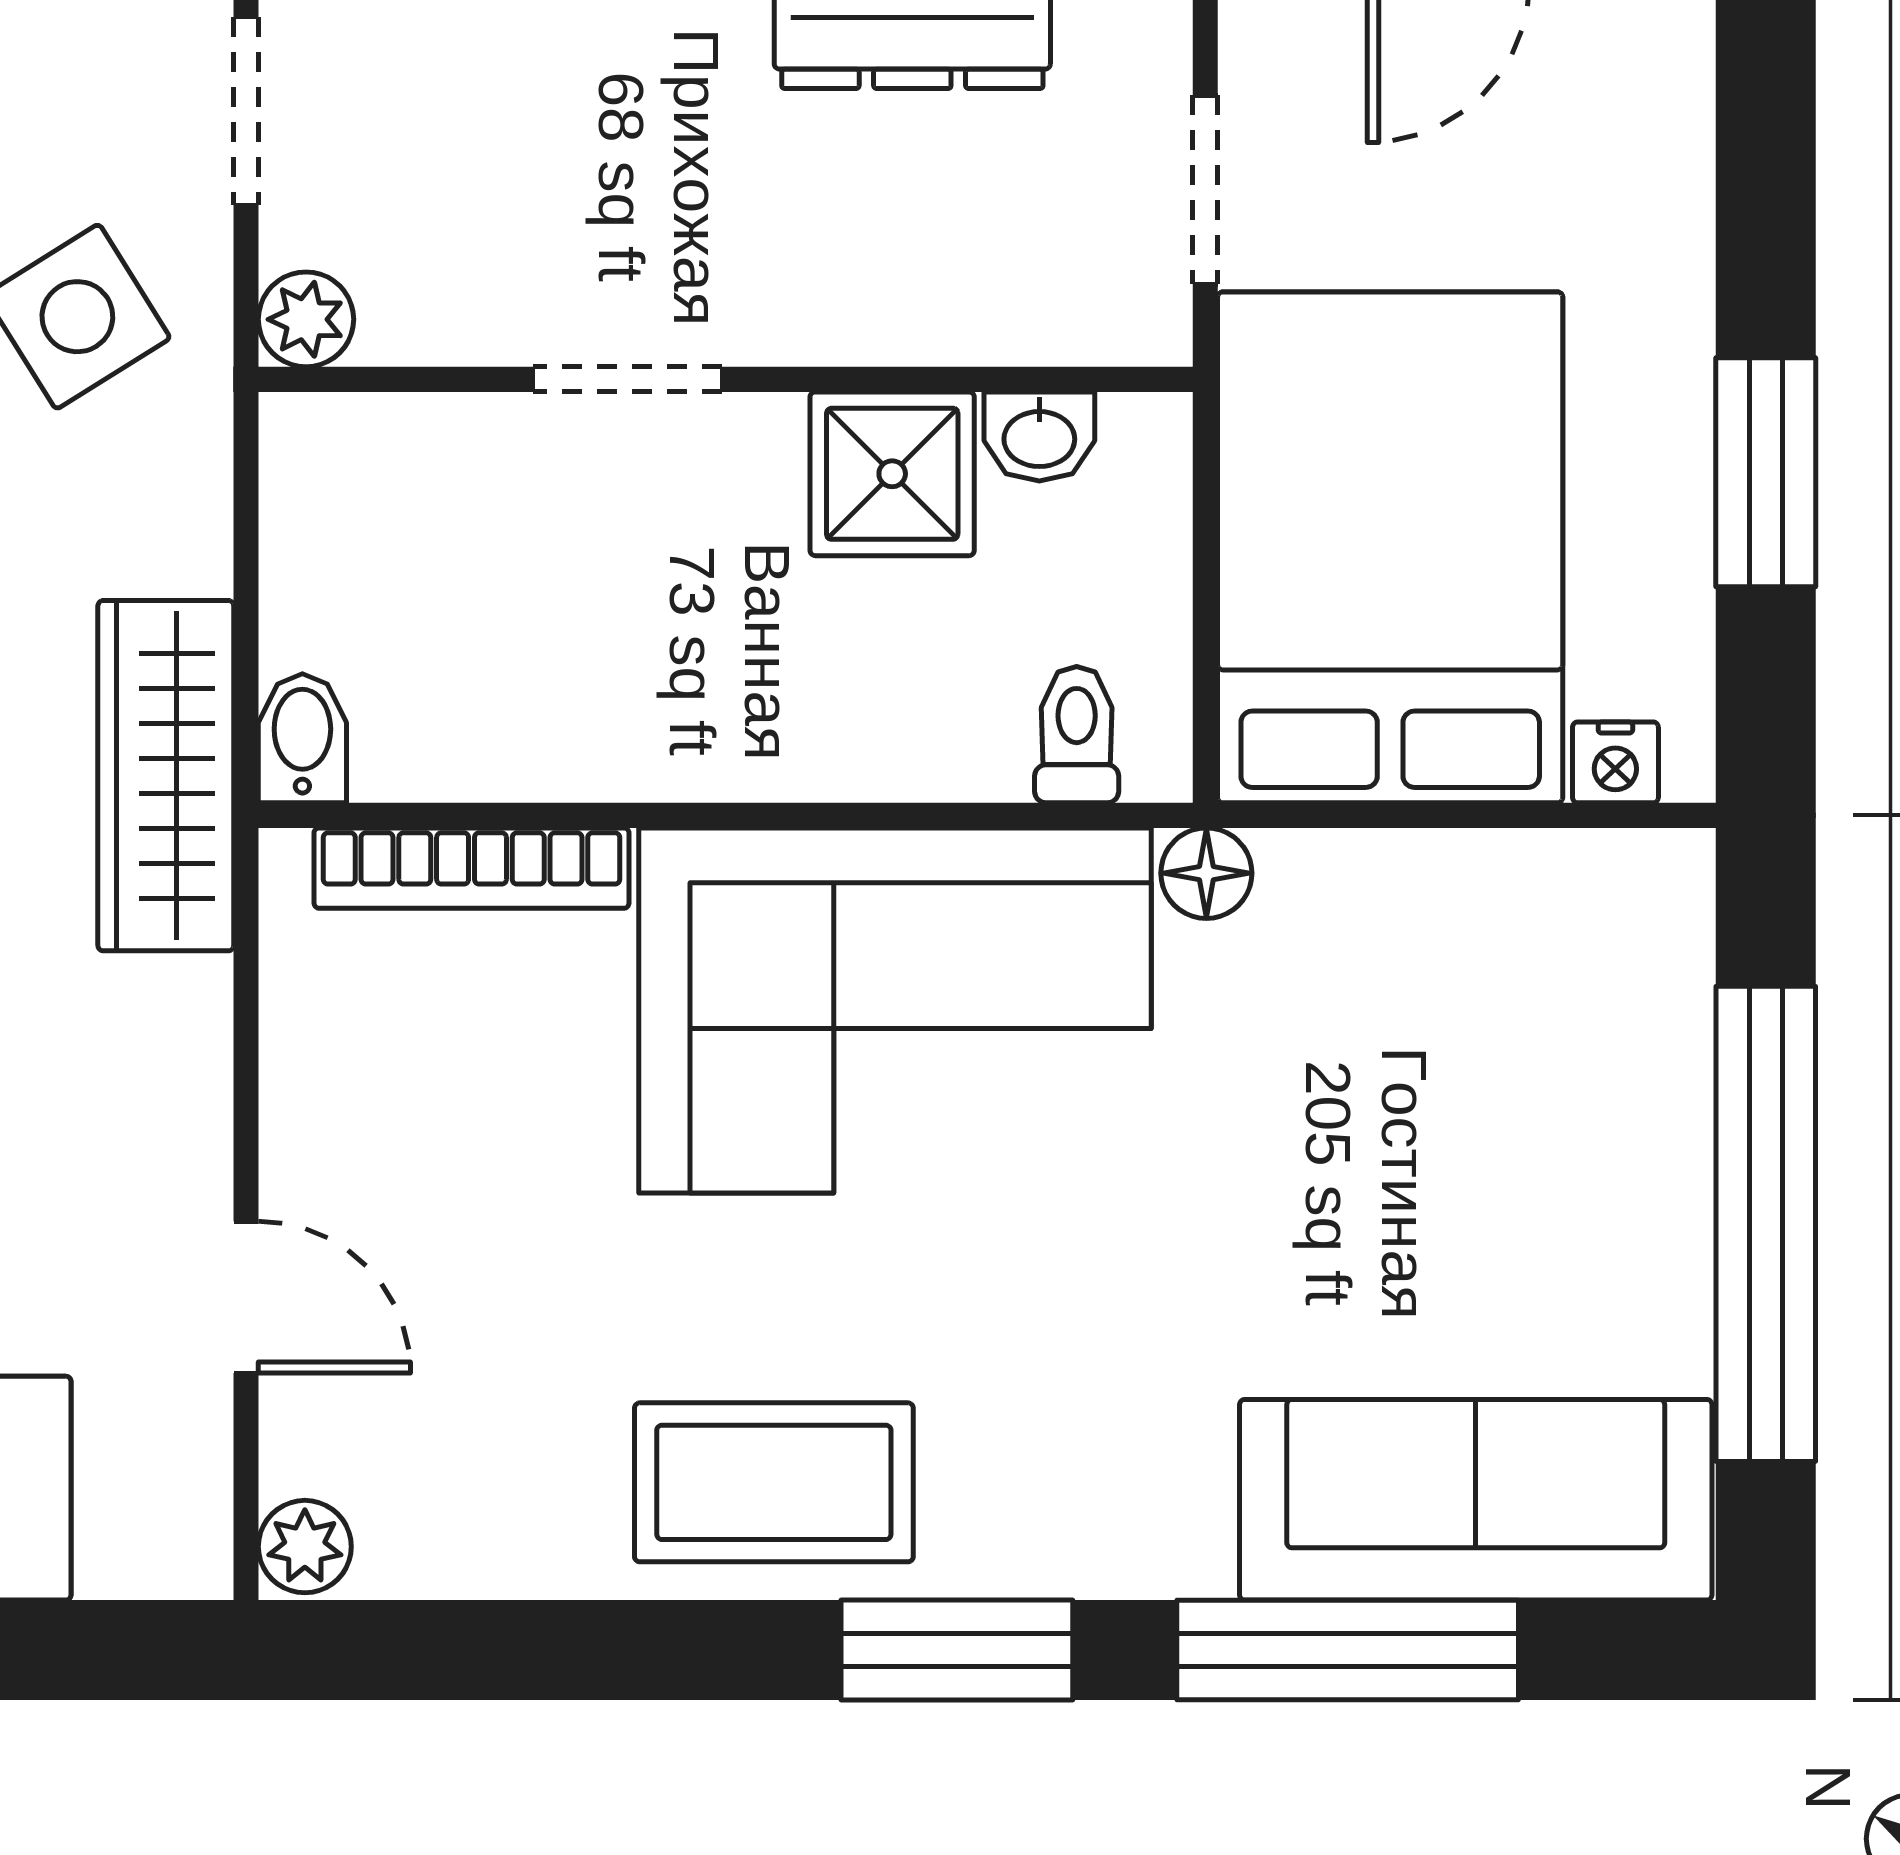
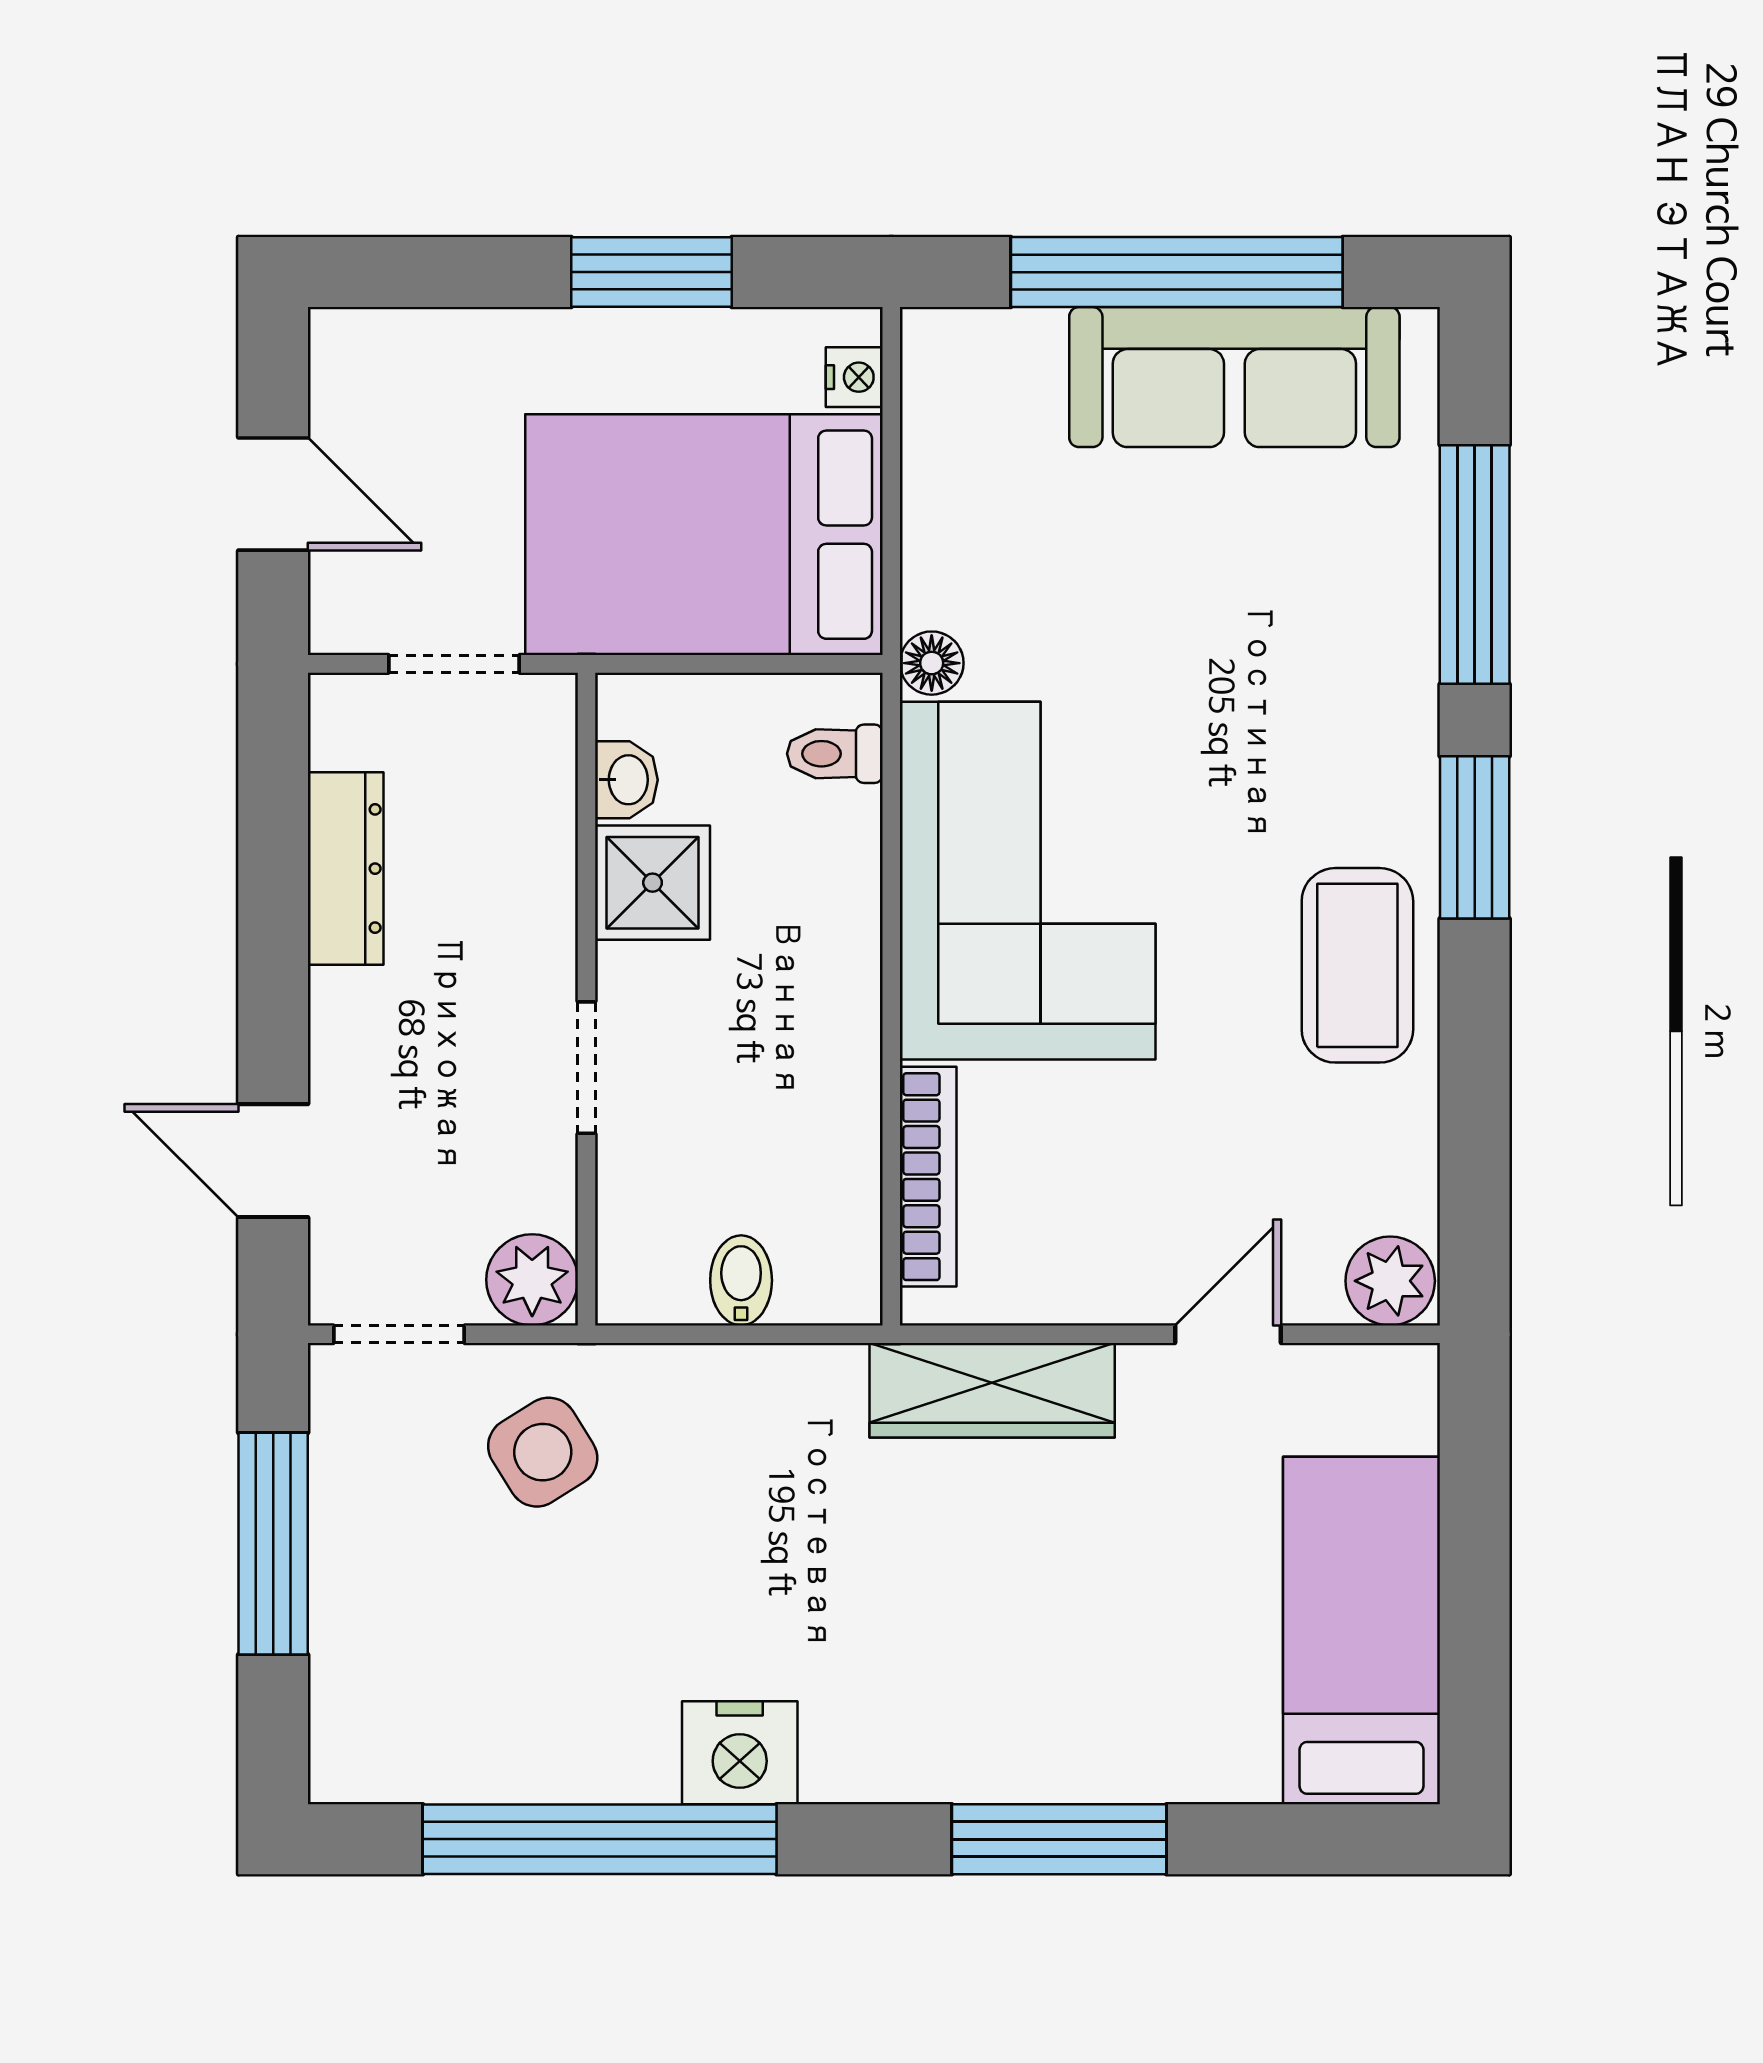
plant: (306, 319) -> (532, 1280), width x1.38, depth x1.38
bidet: (302, 738) -> (741, 1280), moved, turned 90
wardrobe: (166, 776) -> (992, 1390), moved
sofa: (1476, 1500) -> (1234, 377), moved, turned -90
plant: (305, 1547) -> (1390, 1281), width x1.38, depth x1.38

